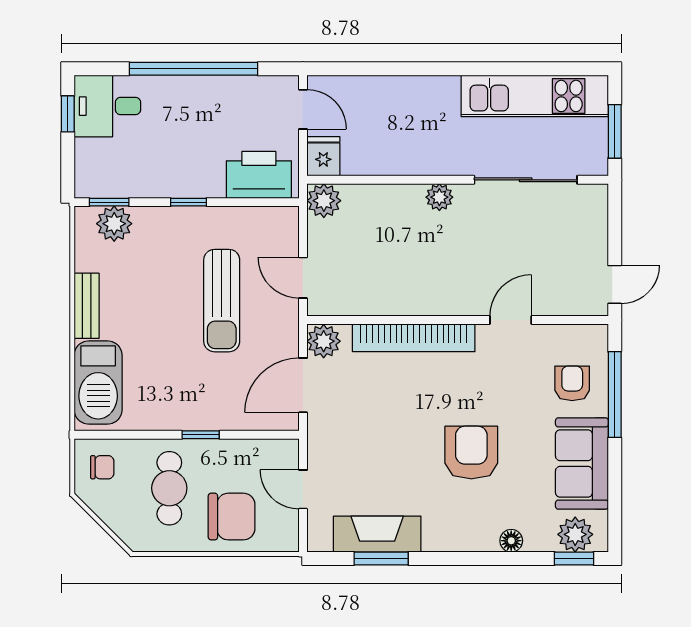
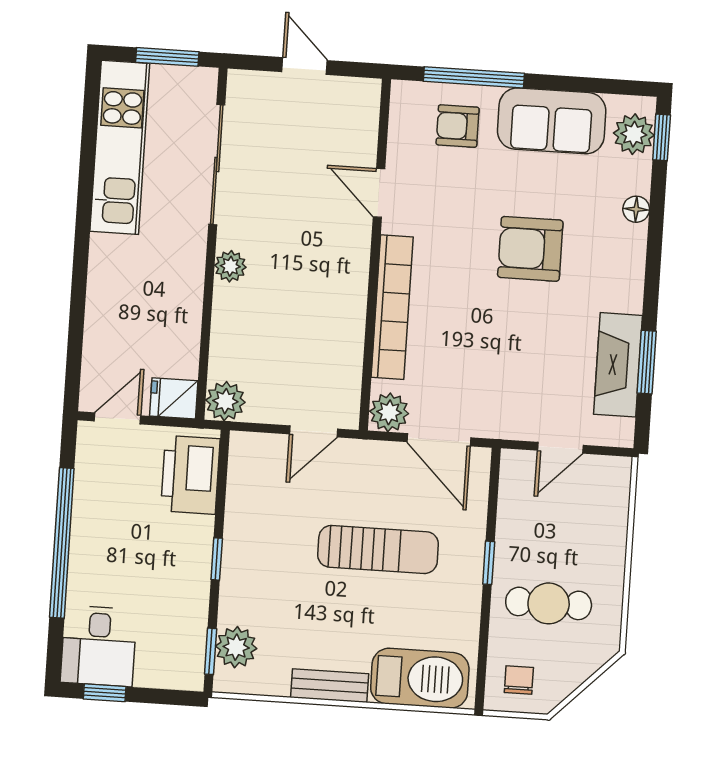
door: (615, 284) -> (305, 66), moved
sun lounger: (222, 301) -> (378, 549), moved
chair: (232, 517) -> (586, 533), removed

